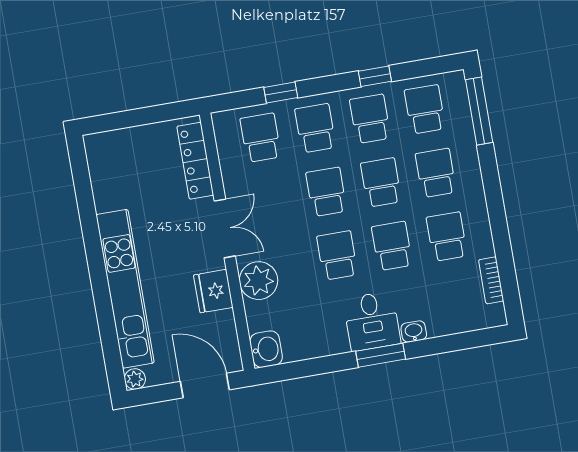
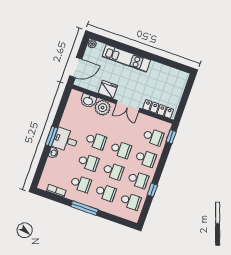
window: (281, 92) -> (171, 137), moved
window: (479, 111) -> (84, 208), moved
kitchen unit: (125, 289) -> (126, 58), width x0.73
washbasin: (266, 349) -> (88, 101), moved

